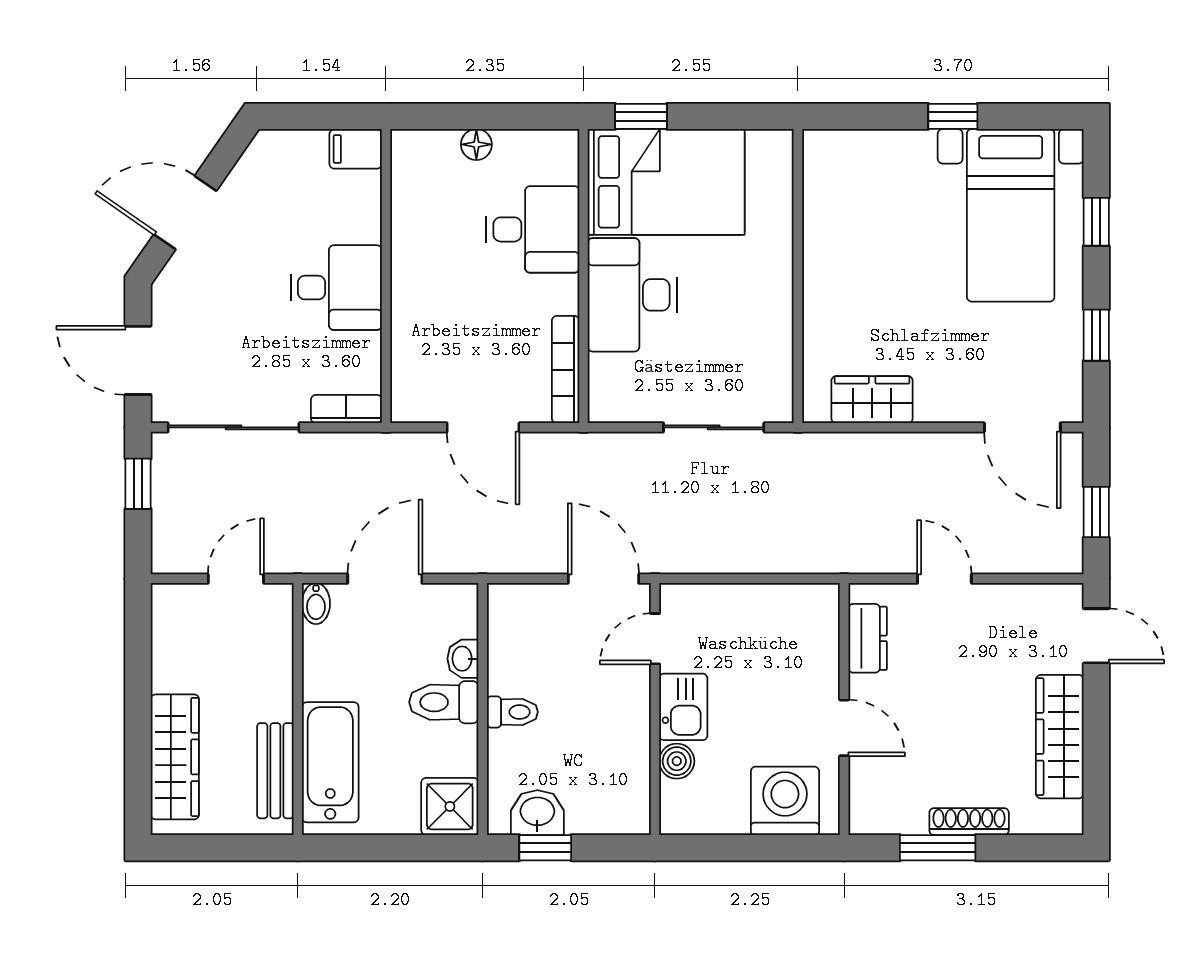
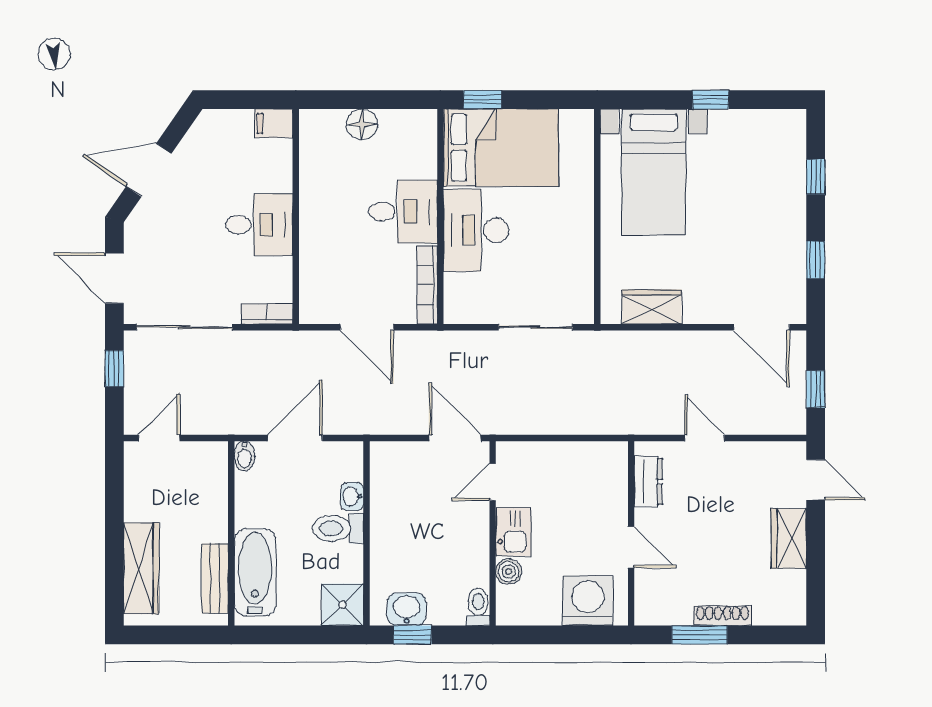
floor lamp: (476, 144) -> (362, 124), width x1.37, depth x1.37
bed with nightstands: (1011, 215) -> (654, 172), moved
desk: (533, 229) -> (403, 211), moved
door: (236, 579) -> (159, 438), moved
toilet: (512, 712) -> (478, 607), moved, turned -90
wardrobe: (1060, 737) -> (789, 539), width x0.67

